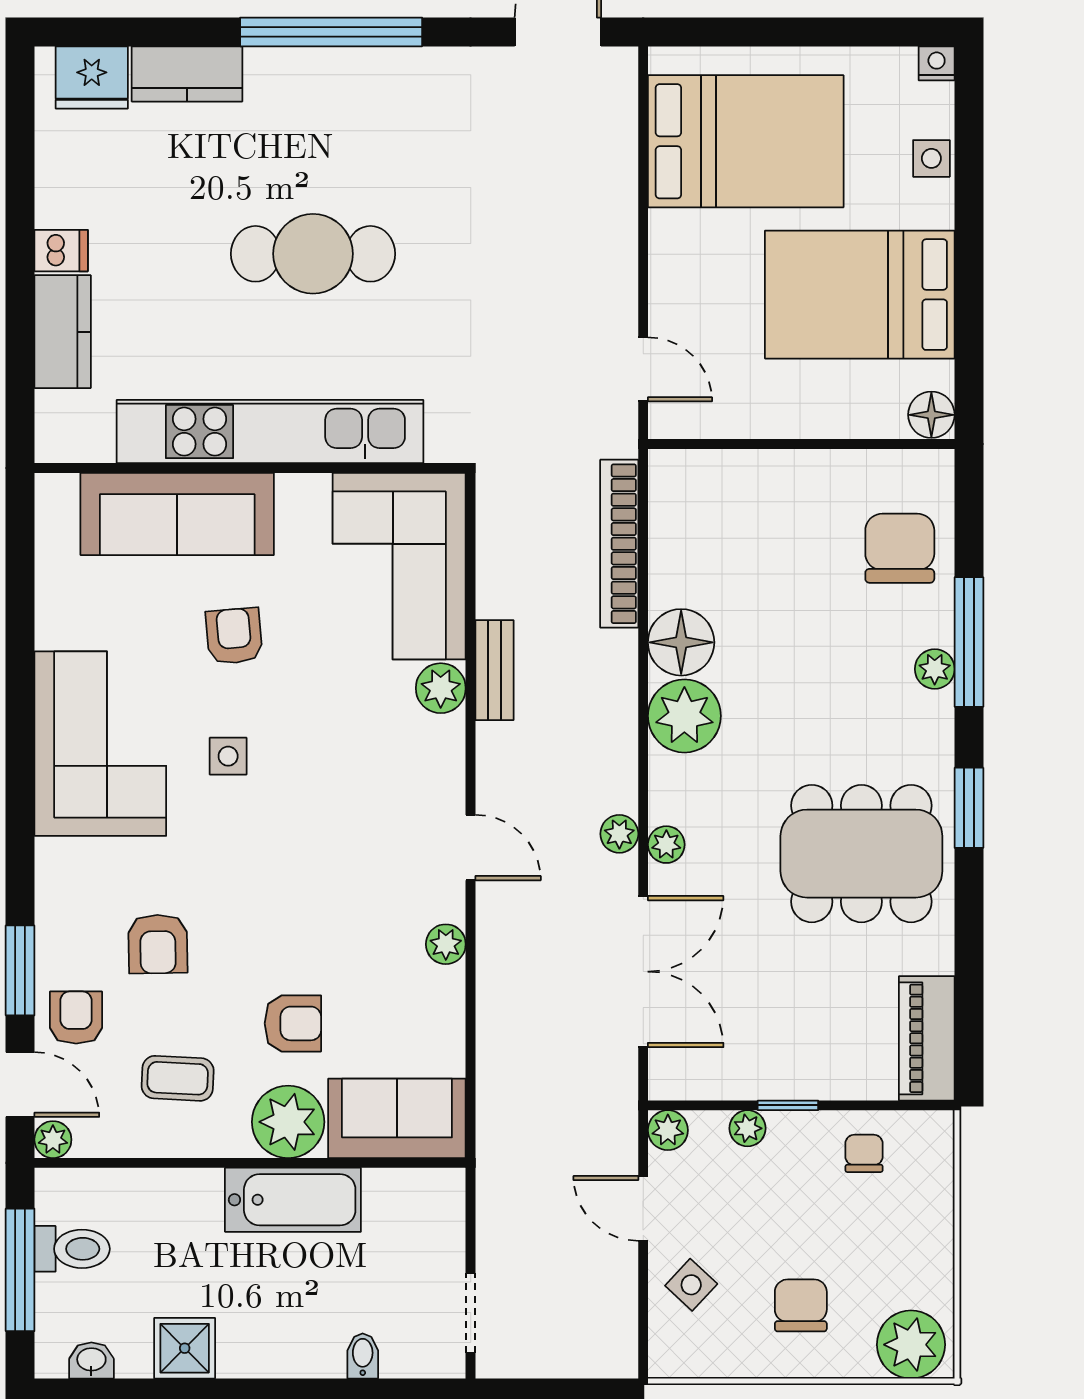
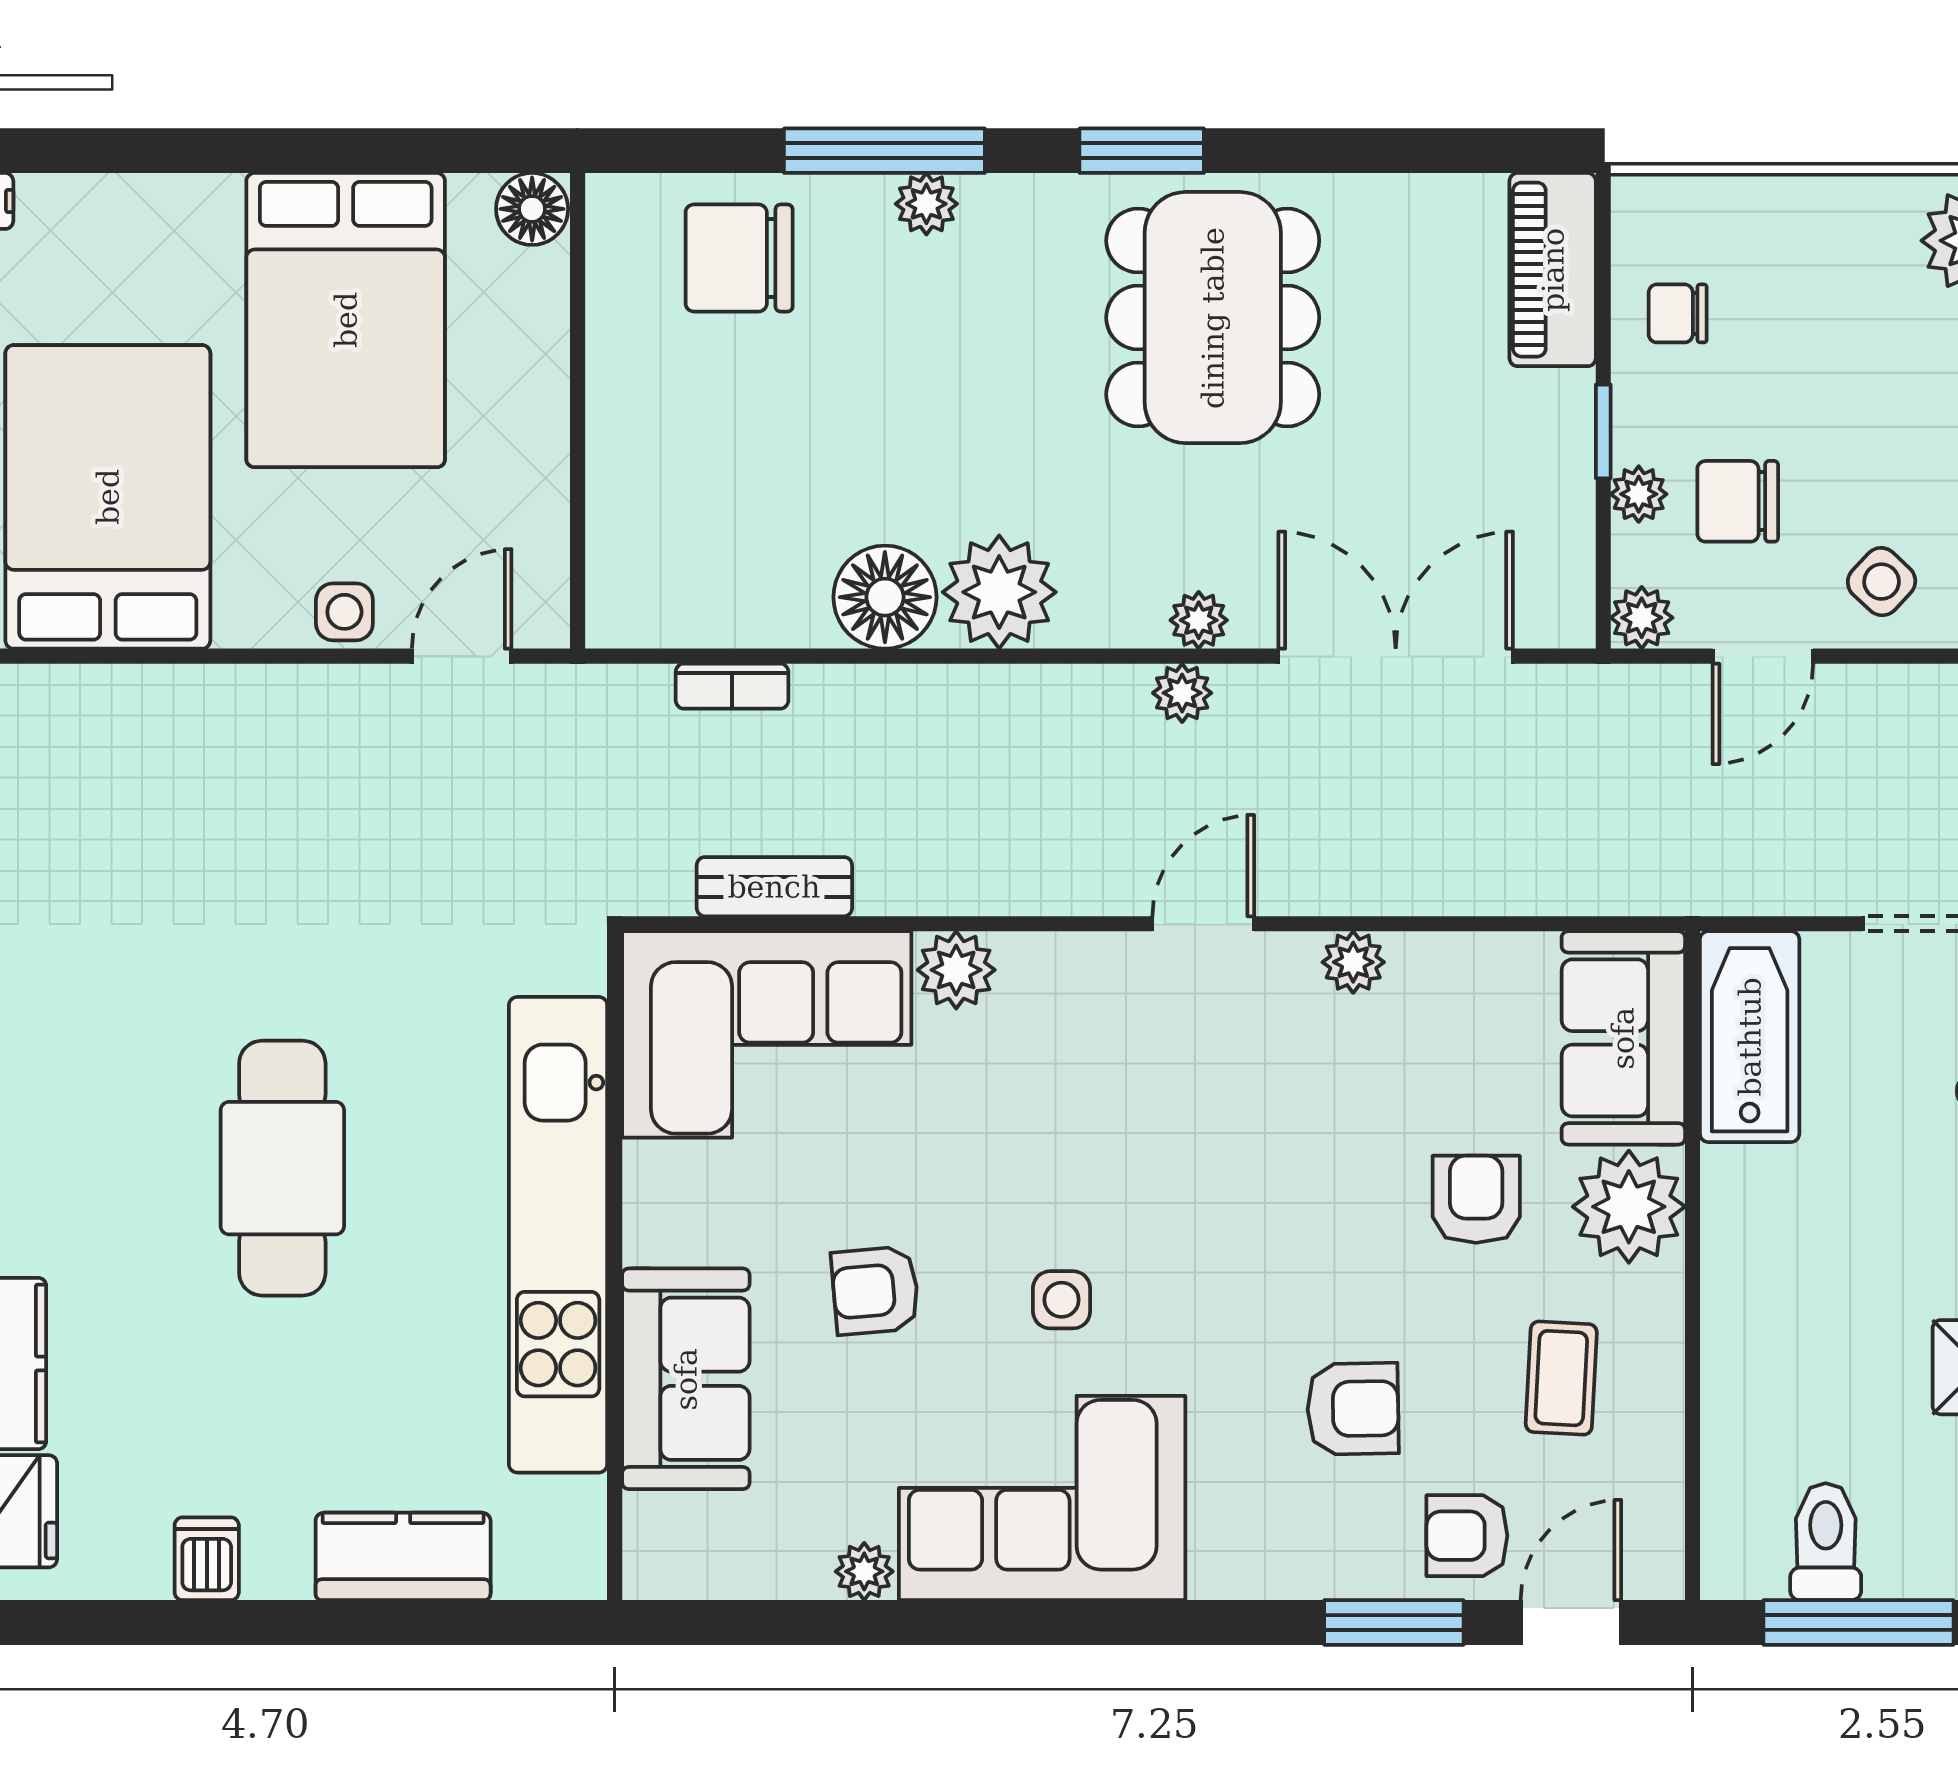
side table: (931, 158) -> (344, 612), moved
dishwasher: (61, 251) -> (207, 1559), moved
sofa: (177, 514) -> (686, 1379), width x0.73
bookcase: (619, 544) -> (732, 686), width x0.43, depth x0.76
bench: (494, 670) -> (774, 887), moved
piano: (927, 1038) -> (1553, 270), moved, turned 90
plant: (53, 1140) -> (864, 1571), moved
bathtub: (293, 1200) -> (1750, 1037), moved
chair: (801, 1305) -> (1738, 501), moved

